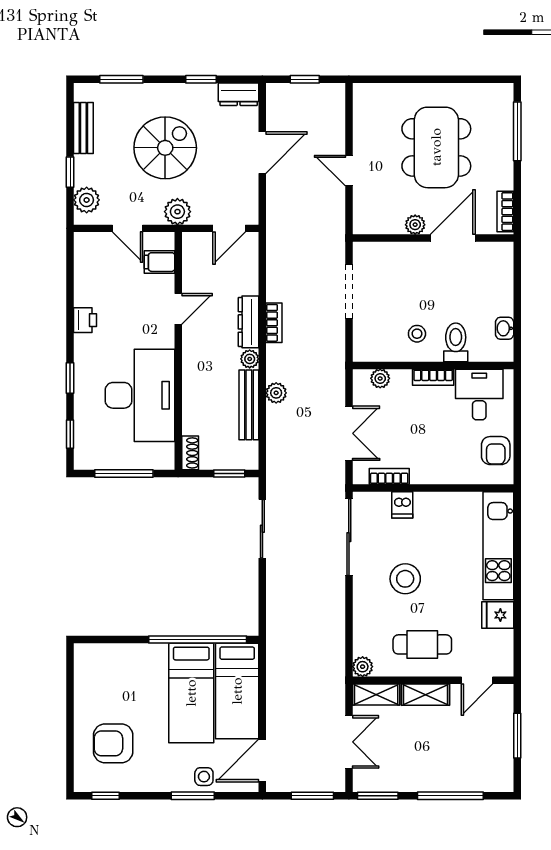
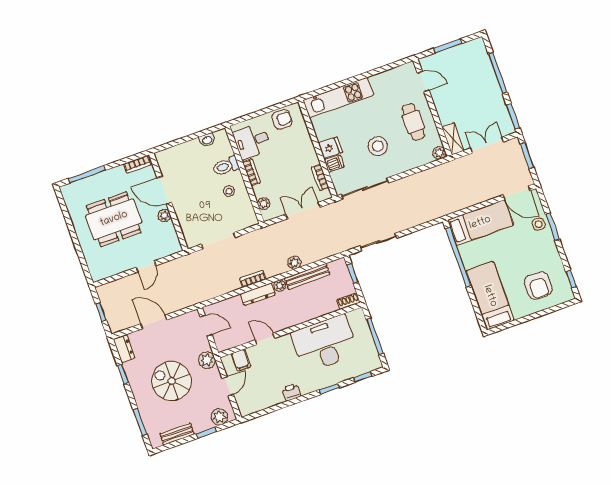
fridge: (498, 615) -> (330, 148), moved, turned -90
bed: (191, 693) -> (490, 296), moved, turned -90
shelving: (426, 695) -> (443, 109), removed

